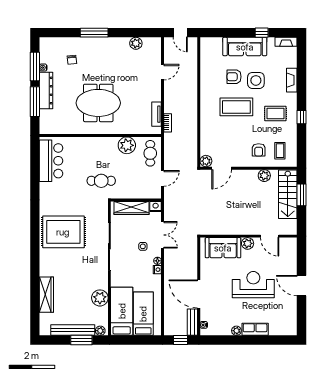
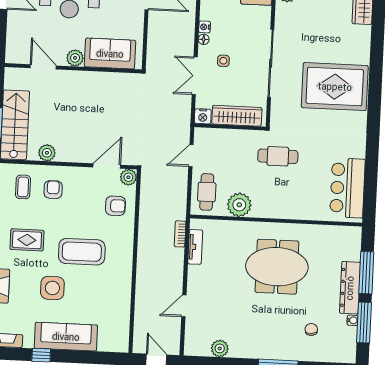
armchair: (234, 77) -> (115, 206), moved

